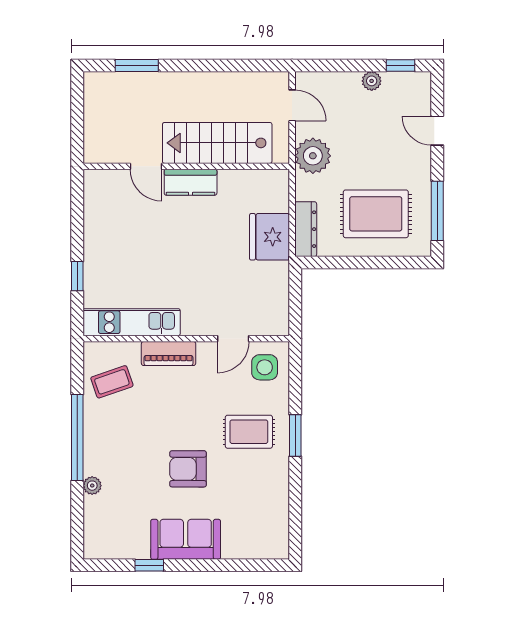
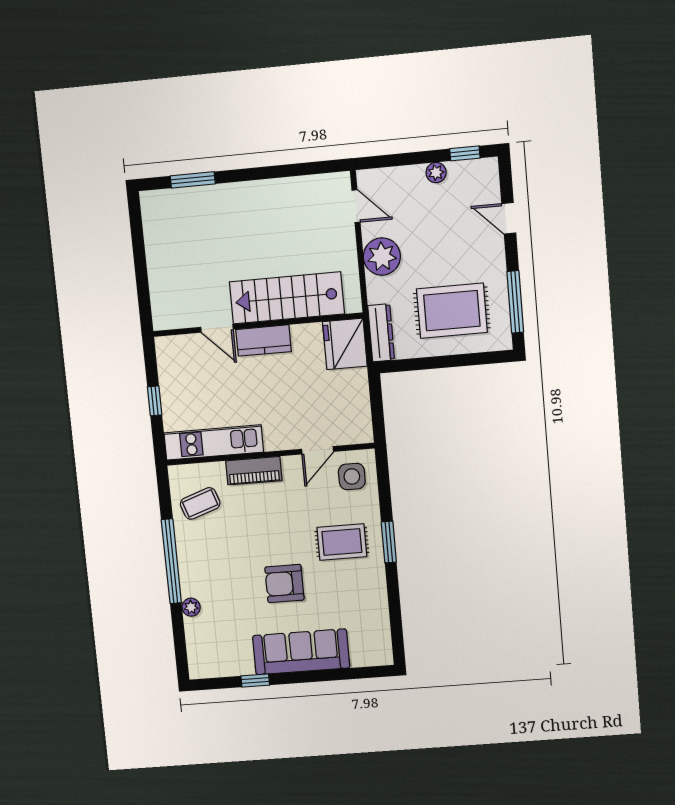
stairs: (217, 143) -> (287, 298), moved
door: (146, 166) -> (217, 328), moved
wall: (186, 166) -> (258, 325), moved
kitchen counter: (191, 182) -> (264, 341), moved
sofa: (186, 539) -> (301, 652), width x1.36

